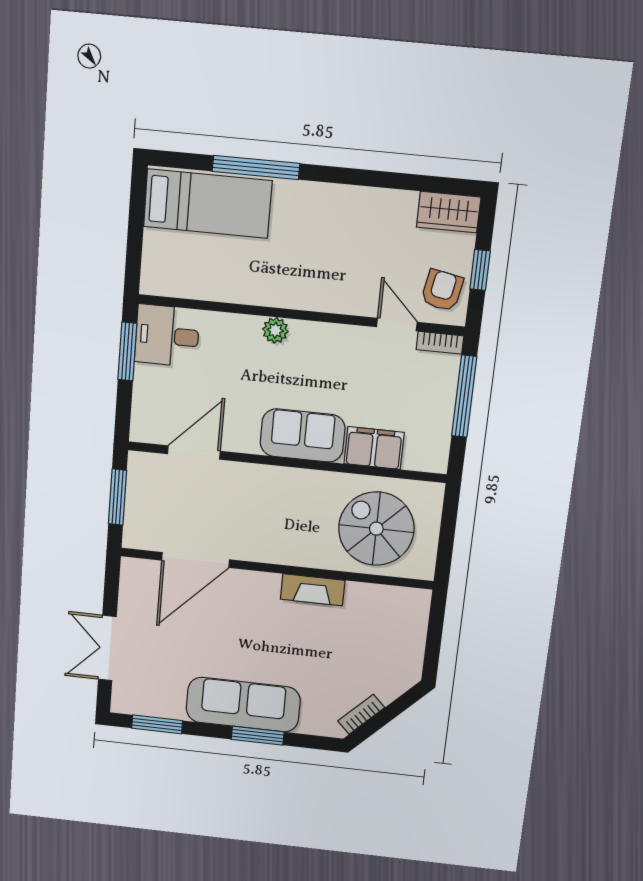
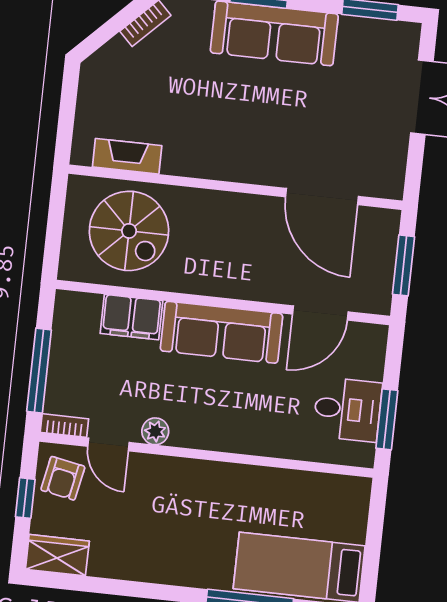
plant: (275, 330) -> (155, 431), moved
desk: (167, 336) -> (348, 409), moved
sofa: (303, 435) -> (221, 332), width x1.36
door: (196, 560) -> (322, 197), swing flipped
fireplace: (313, 590) -> (127, 156), moved

